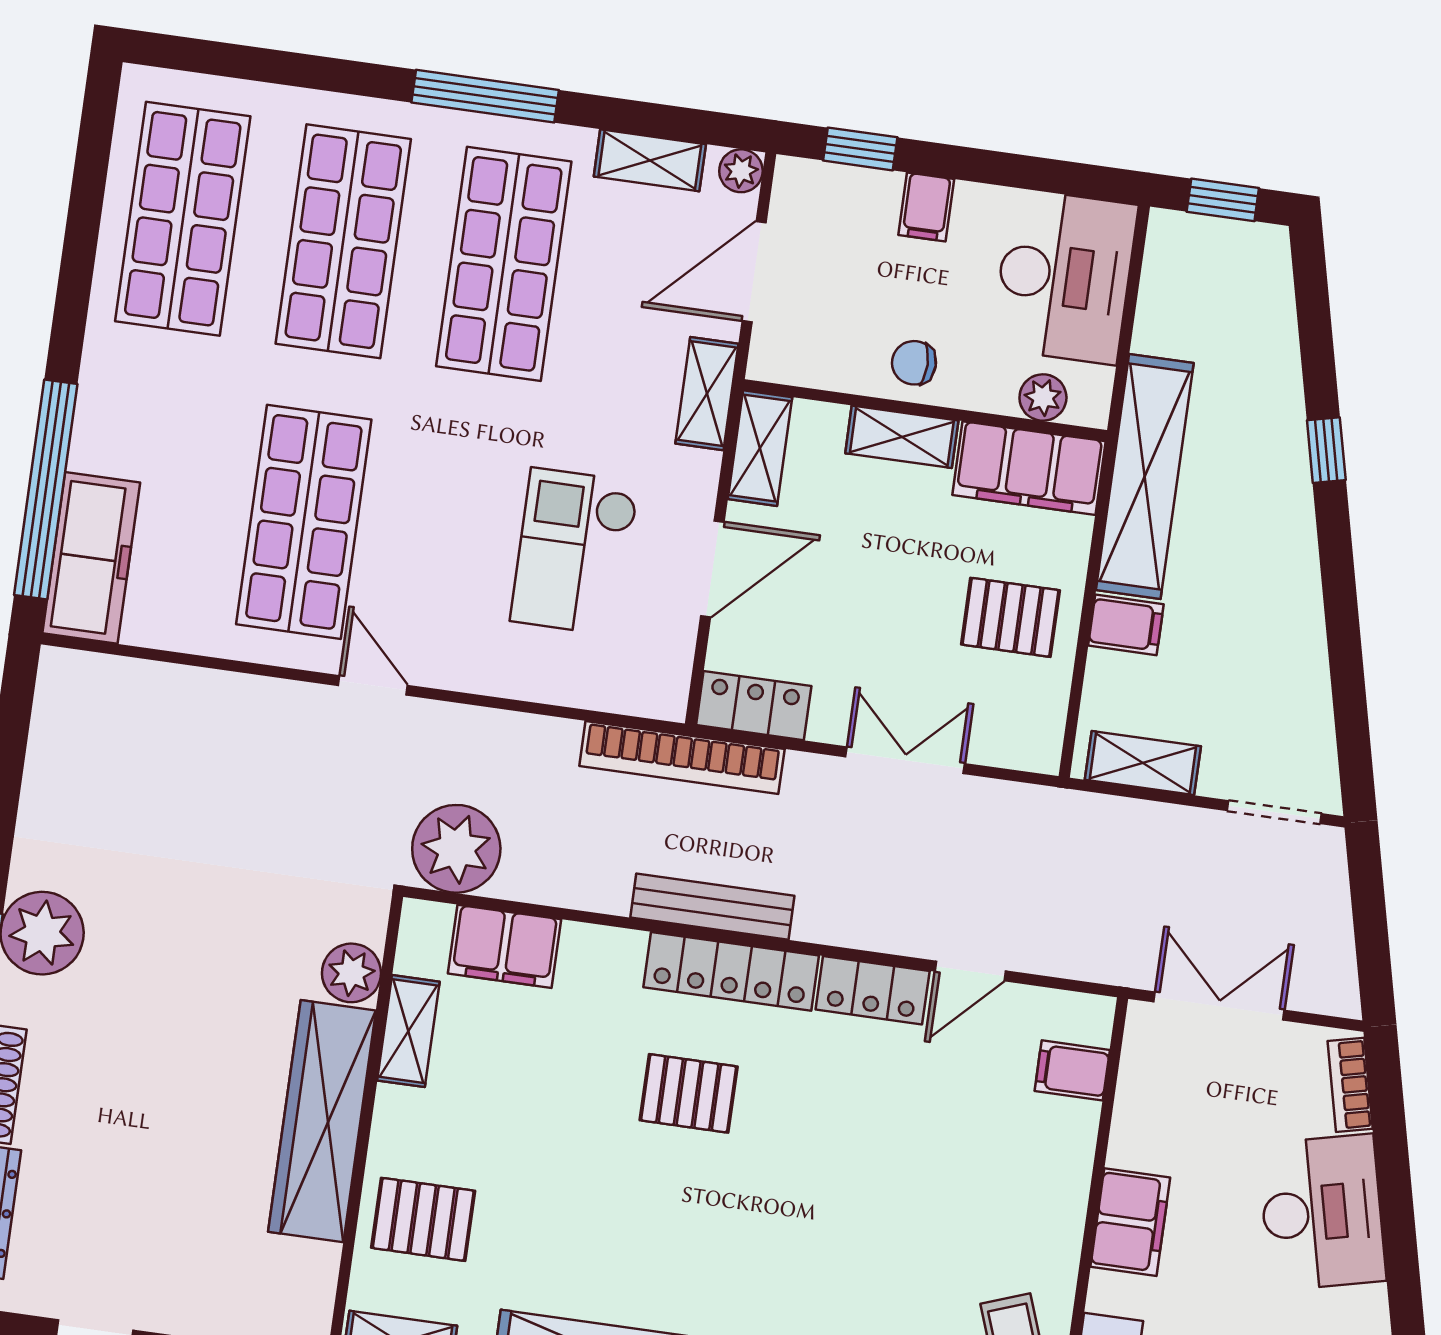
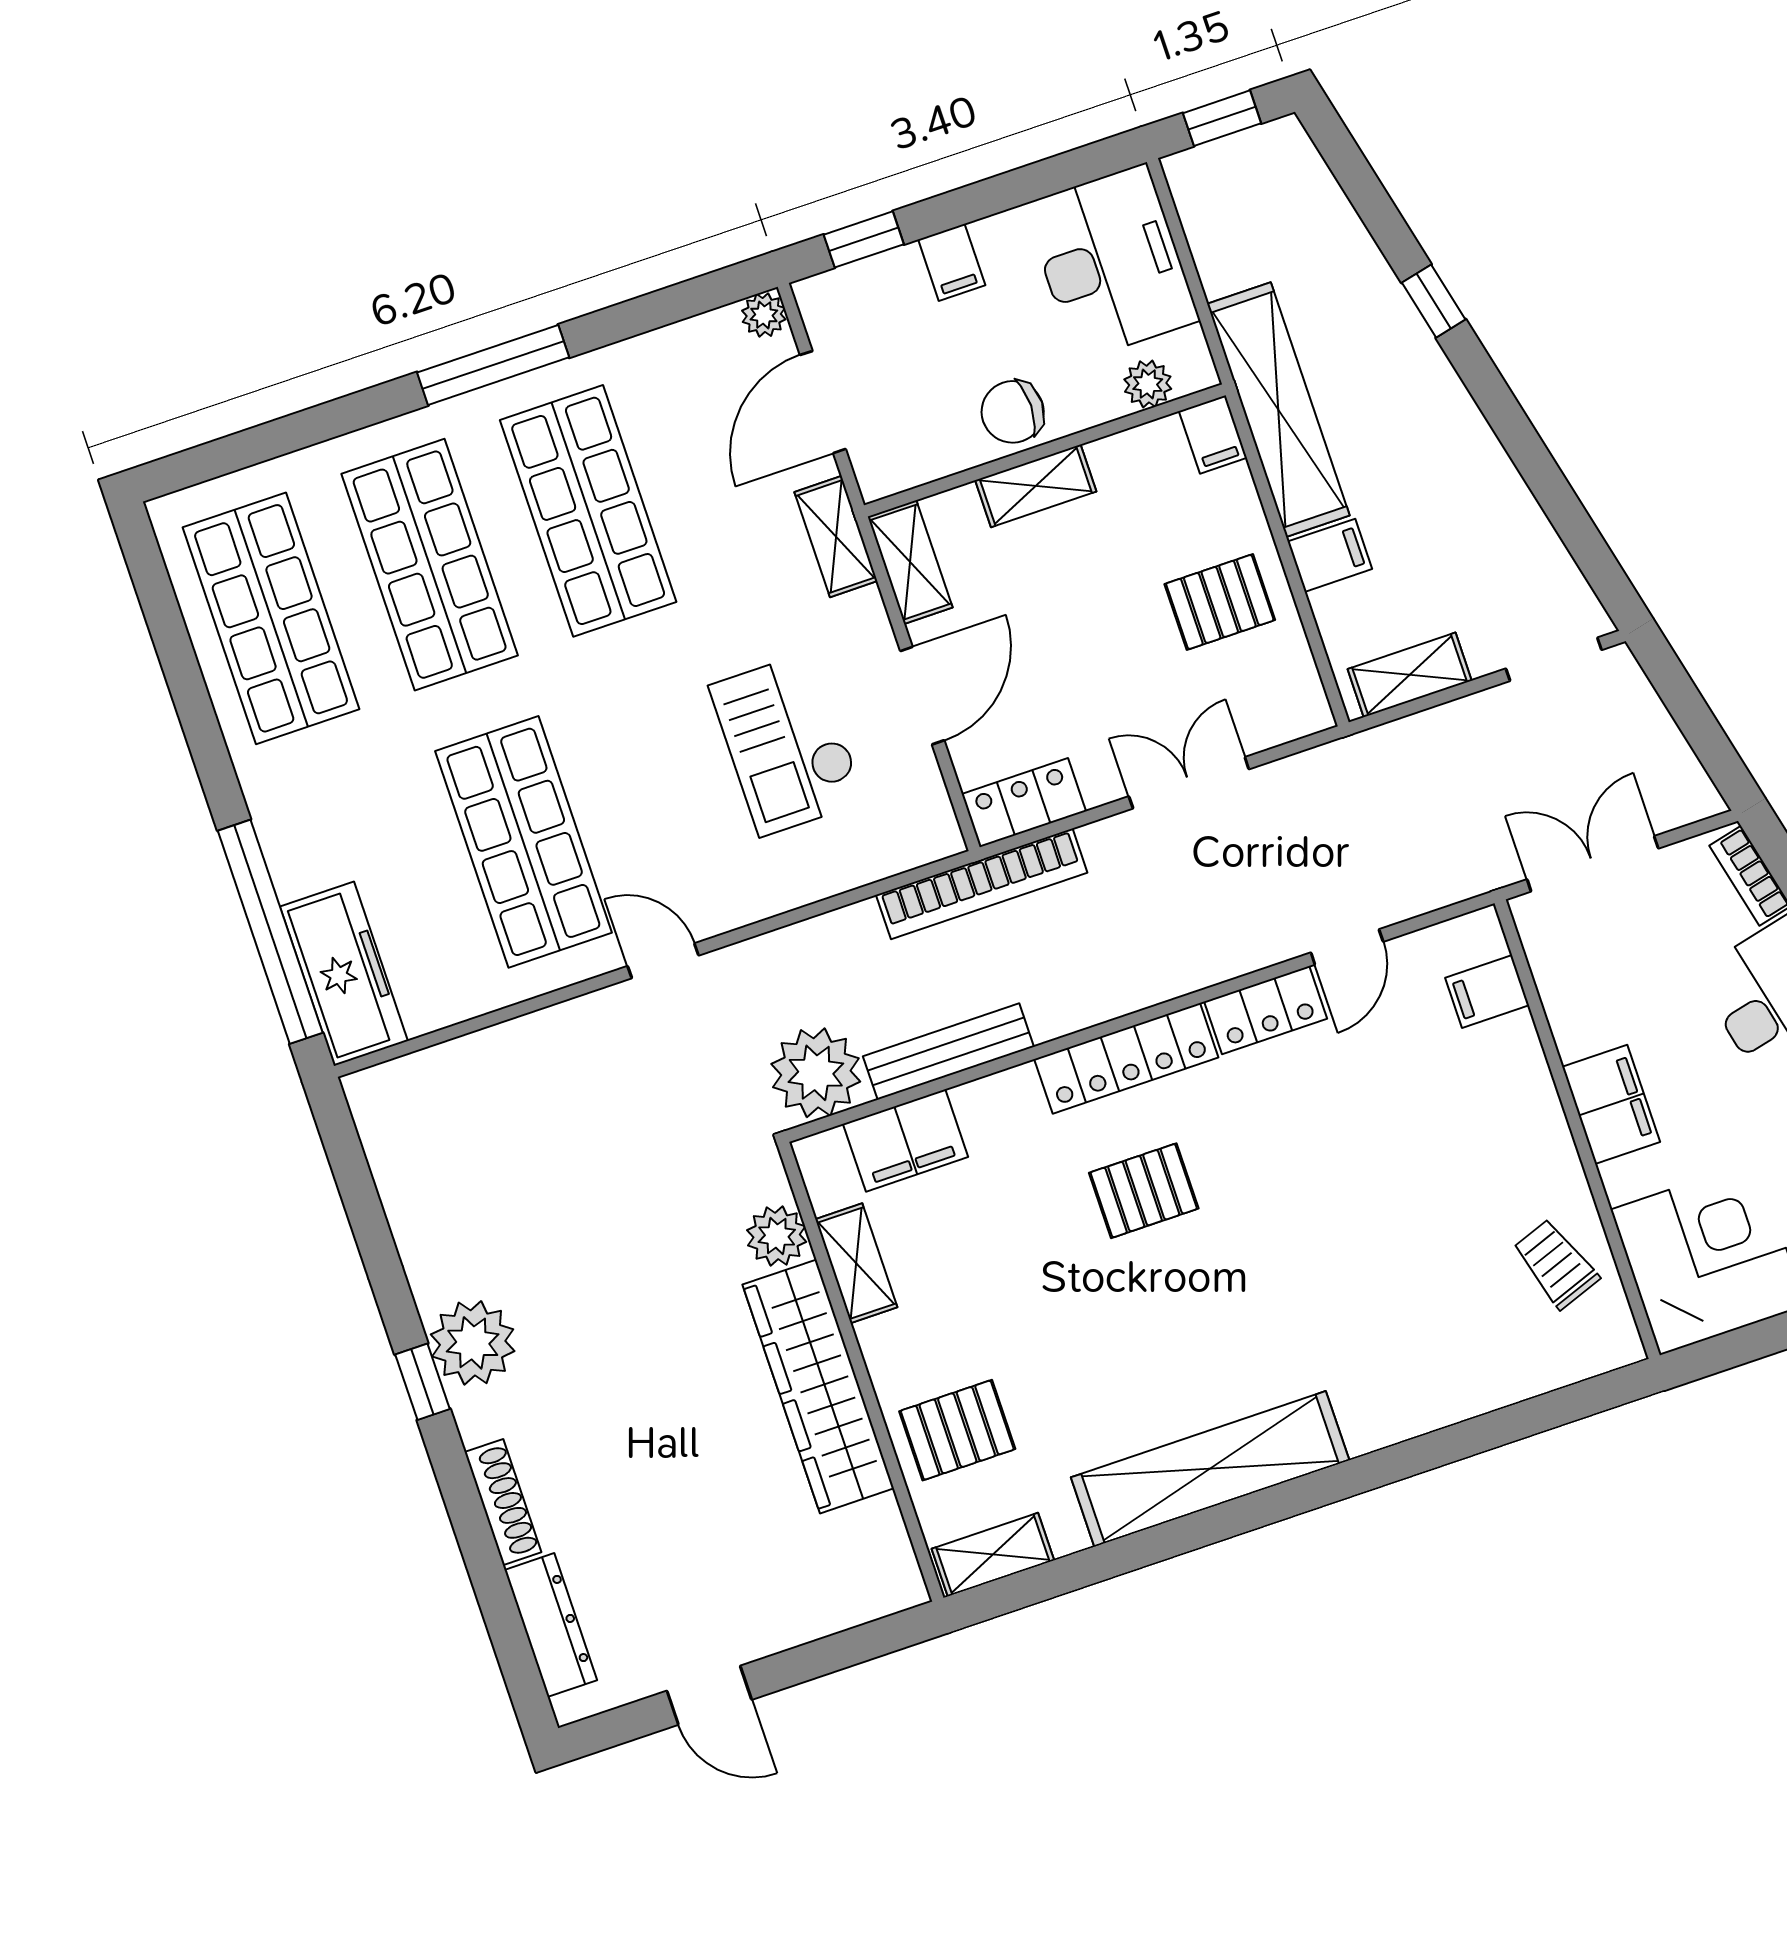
shelving: (650, 160) -> (675, 348), removed
chair: (914, 363) -> (1013, 412), width x1.37, depth x1.37
filing cabinet: (1029, 468) -> (1213, 435), width x0.33, depth x0.86
bench: (712, 907) -> (948, 1052), moved

